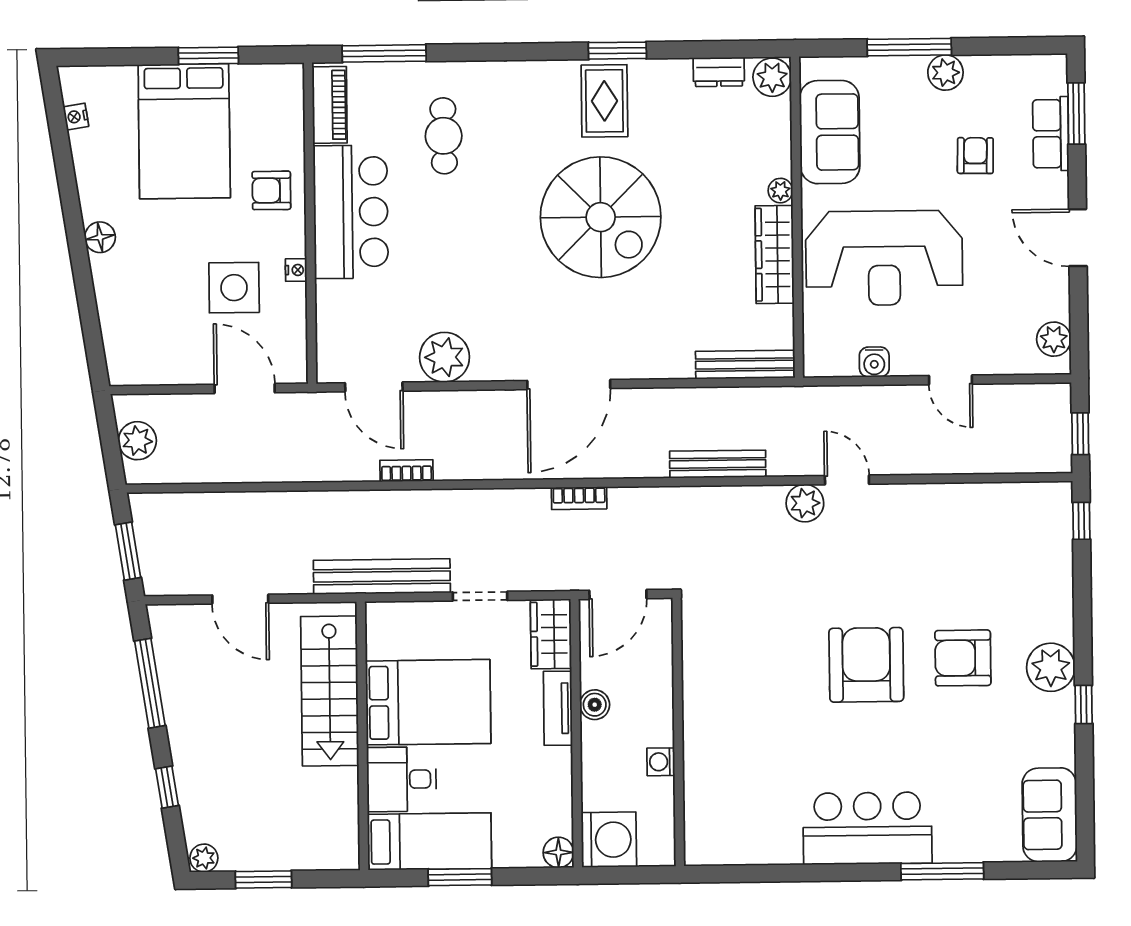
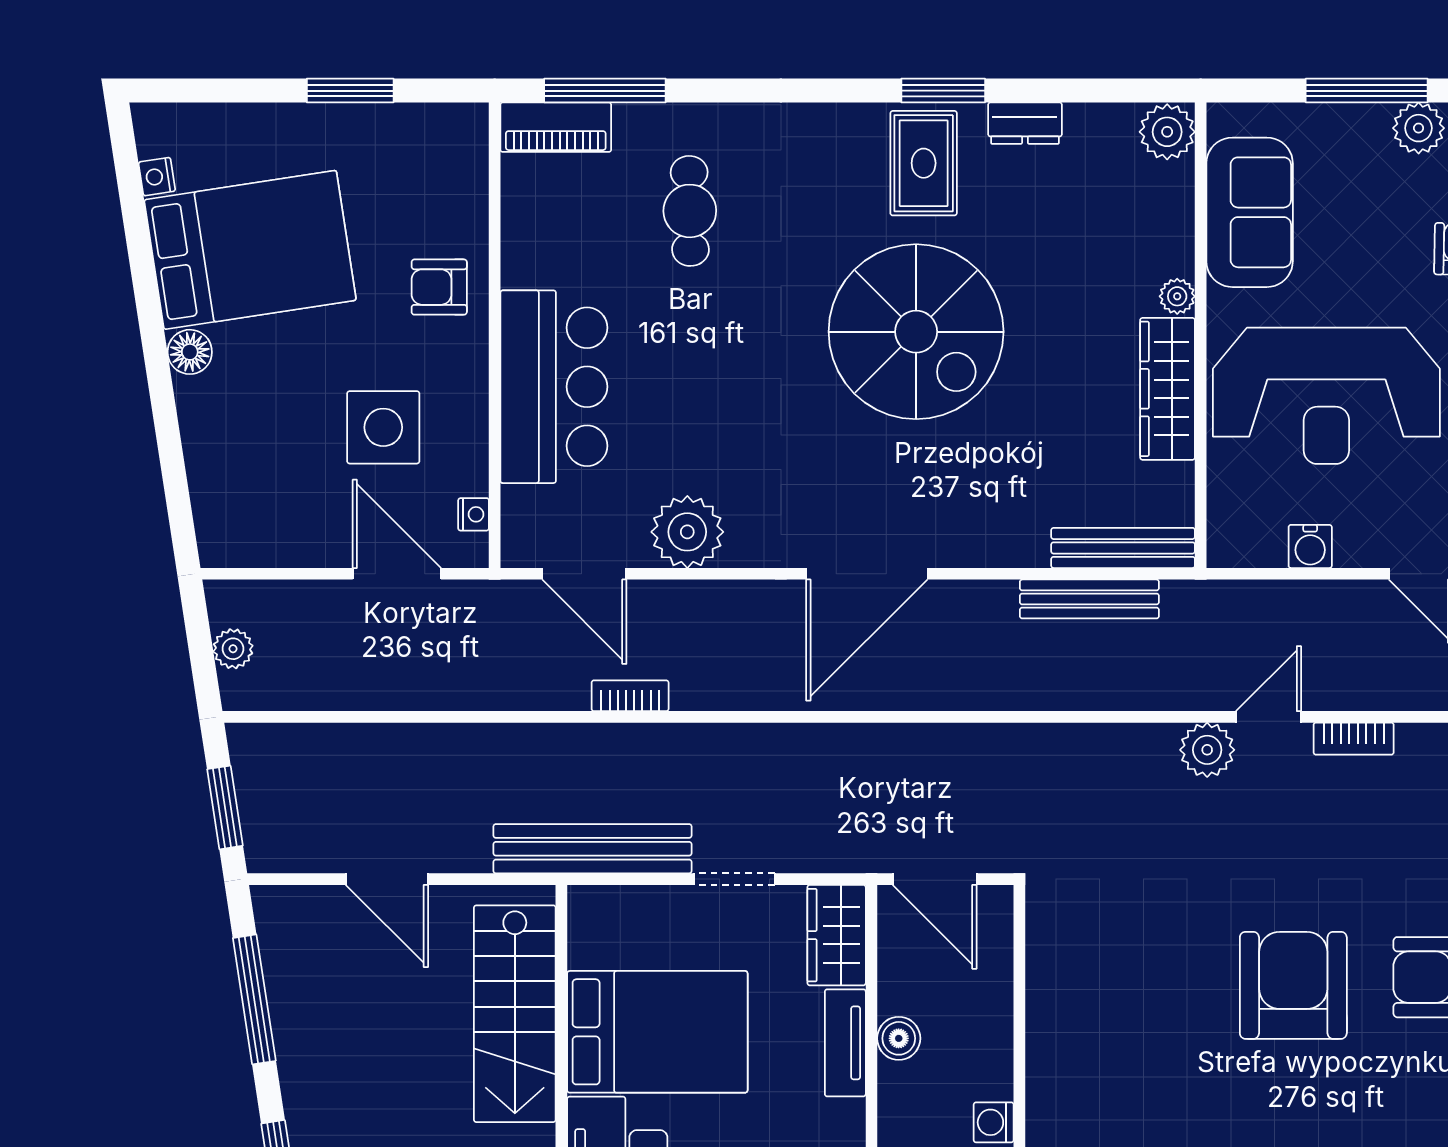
dresser: (719, 72) -> (1025, 123), moved
piano: (330, 105) -> (556, 127), moved, turned 90
bed: (184, 131) -> (250, 250), moved, turned -99
bar counter: (351, 212) -> (554, 387), moved
nightstand: (296, 270) -> (474, 514), moved
plant: (137, 441) -> (233, 649), width x0.73, depth x0.73
bench: (718, 464) -> (1089, 599), moved
door: (847, 480) -> (1268, 717), hinge flipped
bookcase: (579, 498) -> (1354, 739), moved
door: (618, 595) -> (935, 879), hinge flipped

